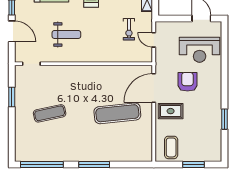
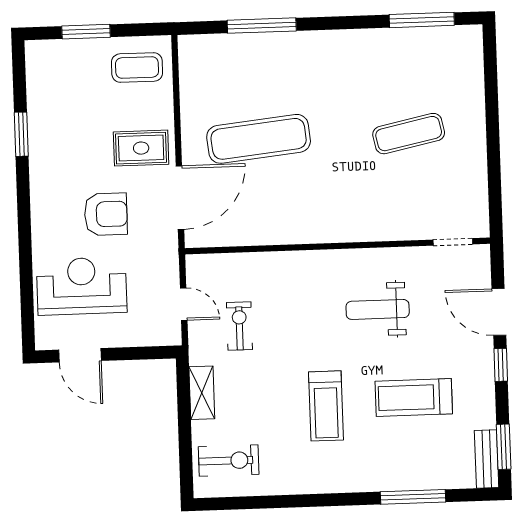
armchair: (187, 82) -> (106, 214), turned -90
window: (12, 97) -> (494, 167), removed
coffee table: (171, 147) -> (137, 68), turned 90
window: (42, 164) -> (422, 20), width x0.68
window: (94, 164) -> (262, 26), moved

